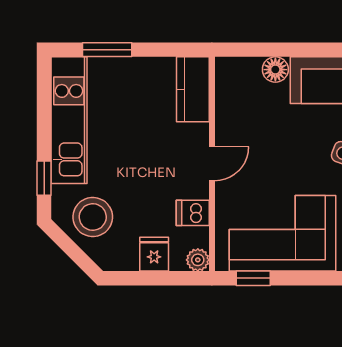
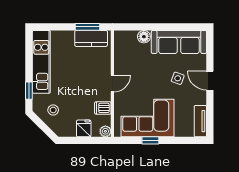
window: (107, 50) -> (88, 27), moved
kitchen counter: (193, 89) -> (91, 38), moved, turned -90
stool: (93, 217) -> (53, 110), width x0.53, depth x0.53
window: (253, 278) -> (150, 140), moved

